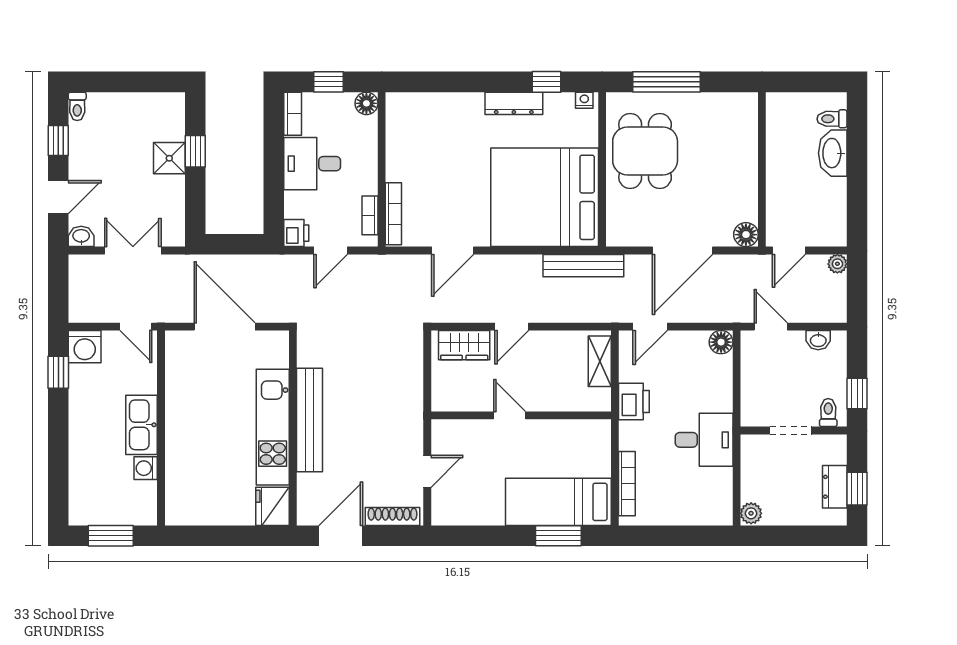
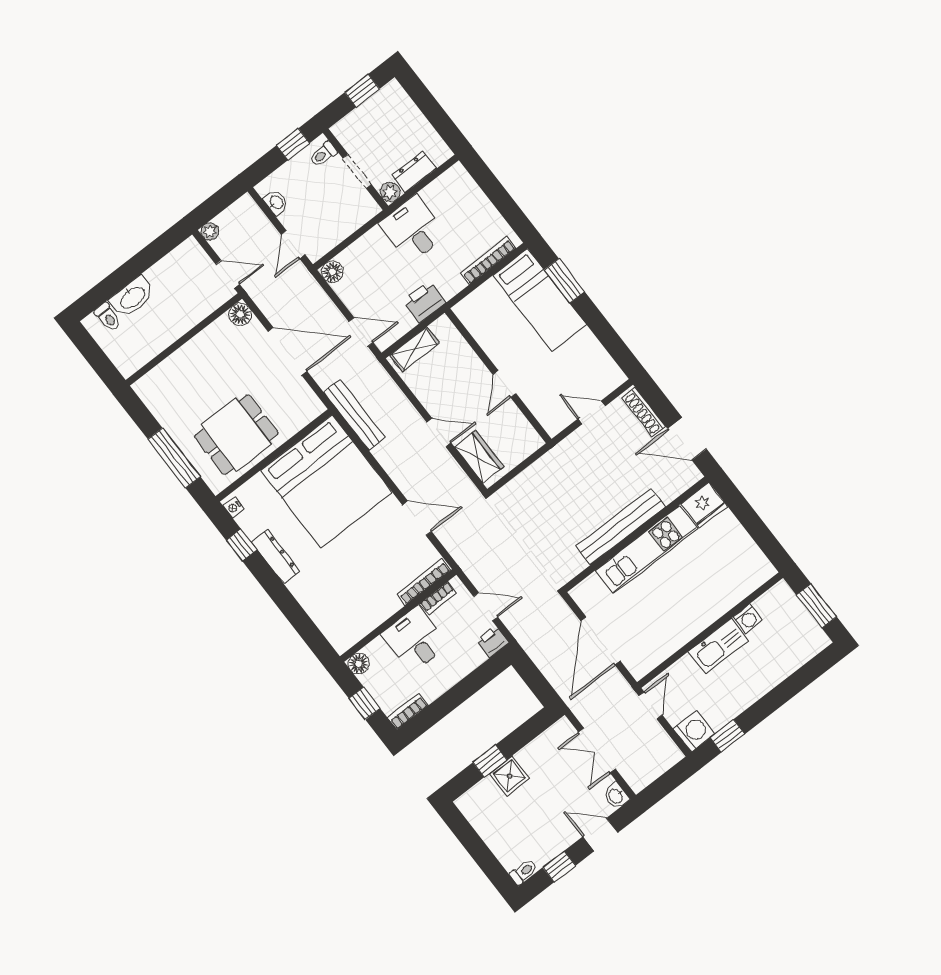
desk: (312, 164) -> (415, 640), moved, turned 180
dresser: (835, 487) -> (414, 172), moved, turned 180
plant: (751, 513) -> (390, 192), moved

